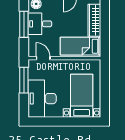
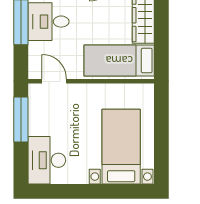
desk: (42, 99) -> (47, 160), width x0.73, depth x0.77

